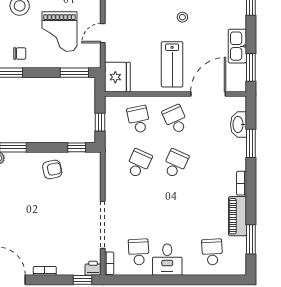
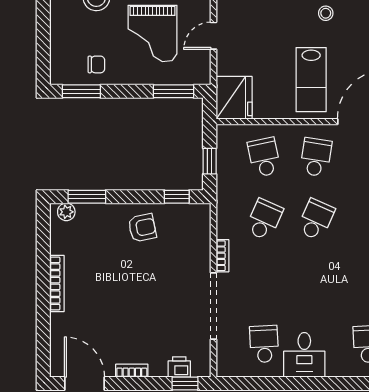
school desk: (175, 119) -> (316, 157), turned 33
bookcase: (109, 263) -> (222, 256), moved
printer: (93, 268) -> (179, 367), moved

